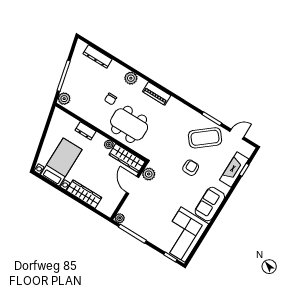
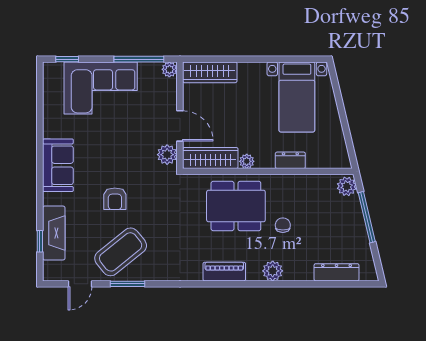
wardrobe: (84, 194) -> (210, 72), moved
corner sofa: (183, 235) -> (101, 88), moved, turned 90

